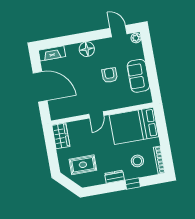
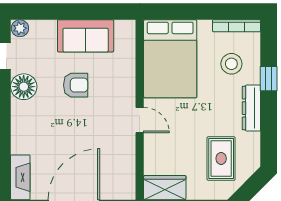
floor lamp: (87, 49) -> (24, 87), moved
armchair: (110, 75) -> (76, 85), turned 180
dresser: (114, 177) -> (251, 108), width x1.44

